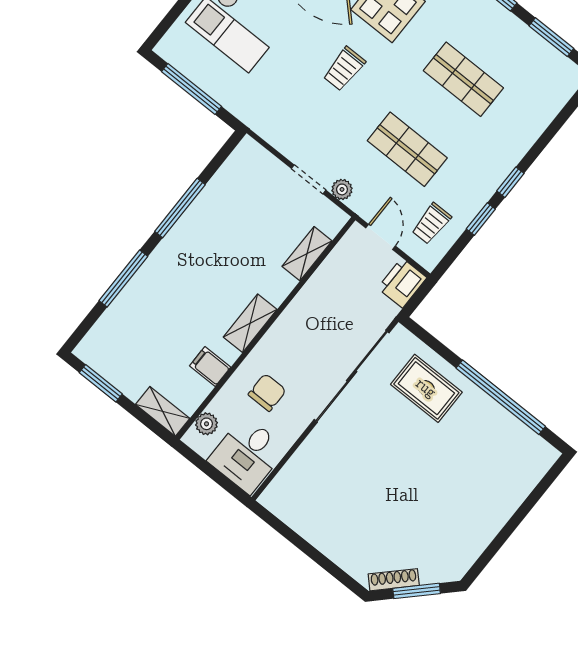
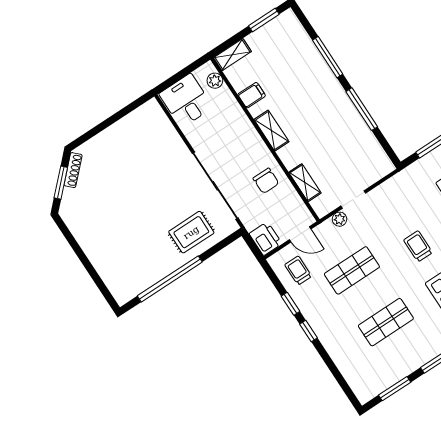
chair: (267, 392) -> (266, 181), moved

